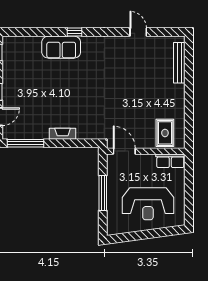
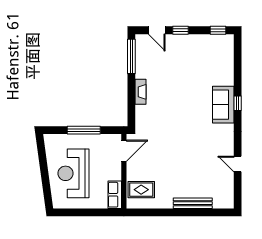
door: (138, 32) -> (238, 164), swing flipped
sofa: (61, 47) -> (223, 105), moved
bench: (179, 63) -> (193, 203), moved

